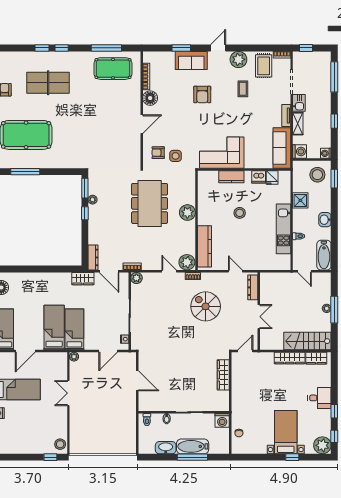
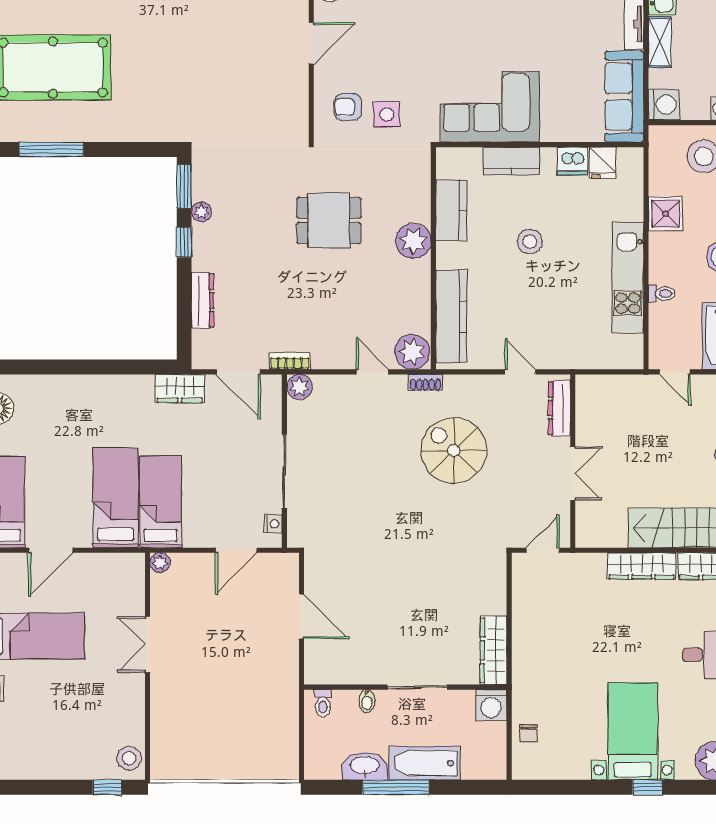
kitchen counter: (204, 199) -> (451, 210), added
dining table: (150, 203) -> (329, 220), width x0.53, depth x0.80
dresser: (93, 257) -> (203, 300), moved
wardrobe: (223, 375) -> (493, 650), moved
window: (192, 457) -> (396, 787), moved

